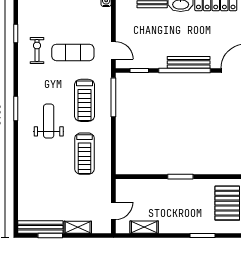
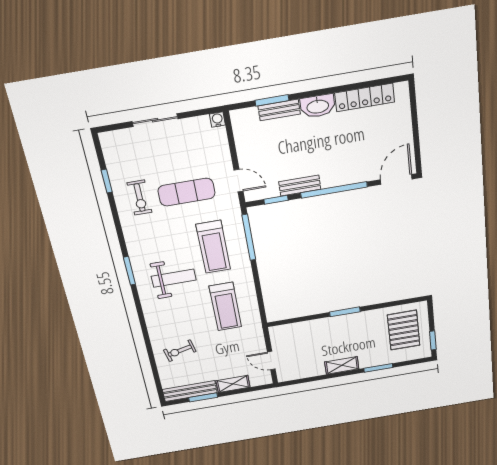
exercise bike: (37, 51) -> (140, 198), turned 180
bench: (189, 62) -> (300, 186), moved, width x0.73
weight bench: (49, 121) -> (174, 278), turned 90
exercise bike: (40, 187) -> (180, 351), added
door: (113, 211) -> (271, 361), swing flipped
shelving: (144, 227) -> (342, 365), moved

